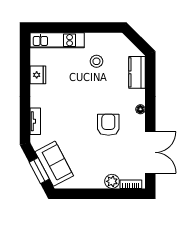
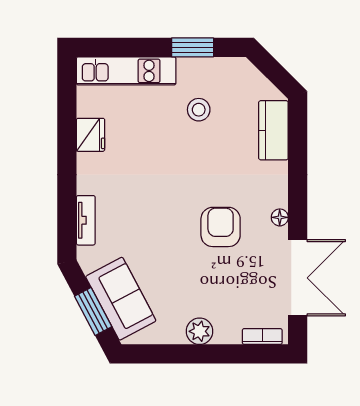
window: (93, 28) -> (193, 47), added
floor lamp: (140, 109) -> (280, 217), moved
plant: (112, 181) -> (200, 331), moved

